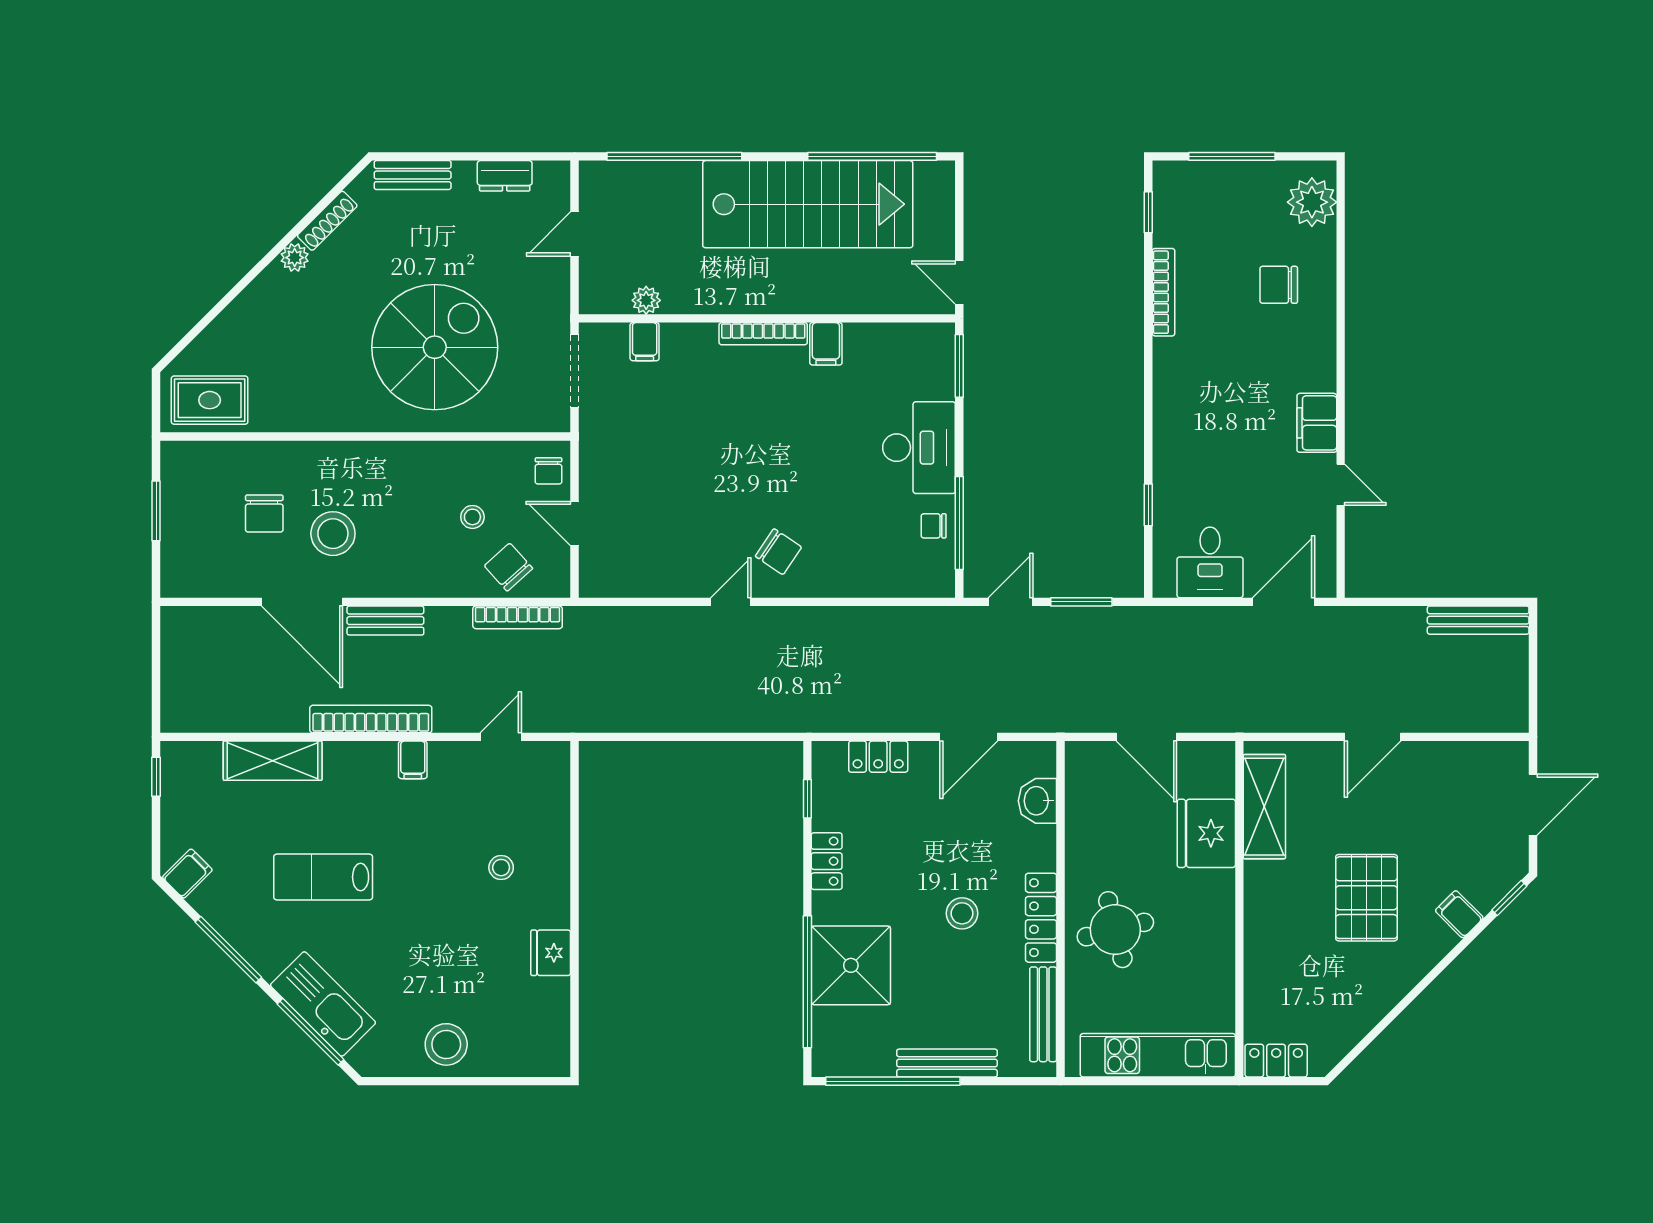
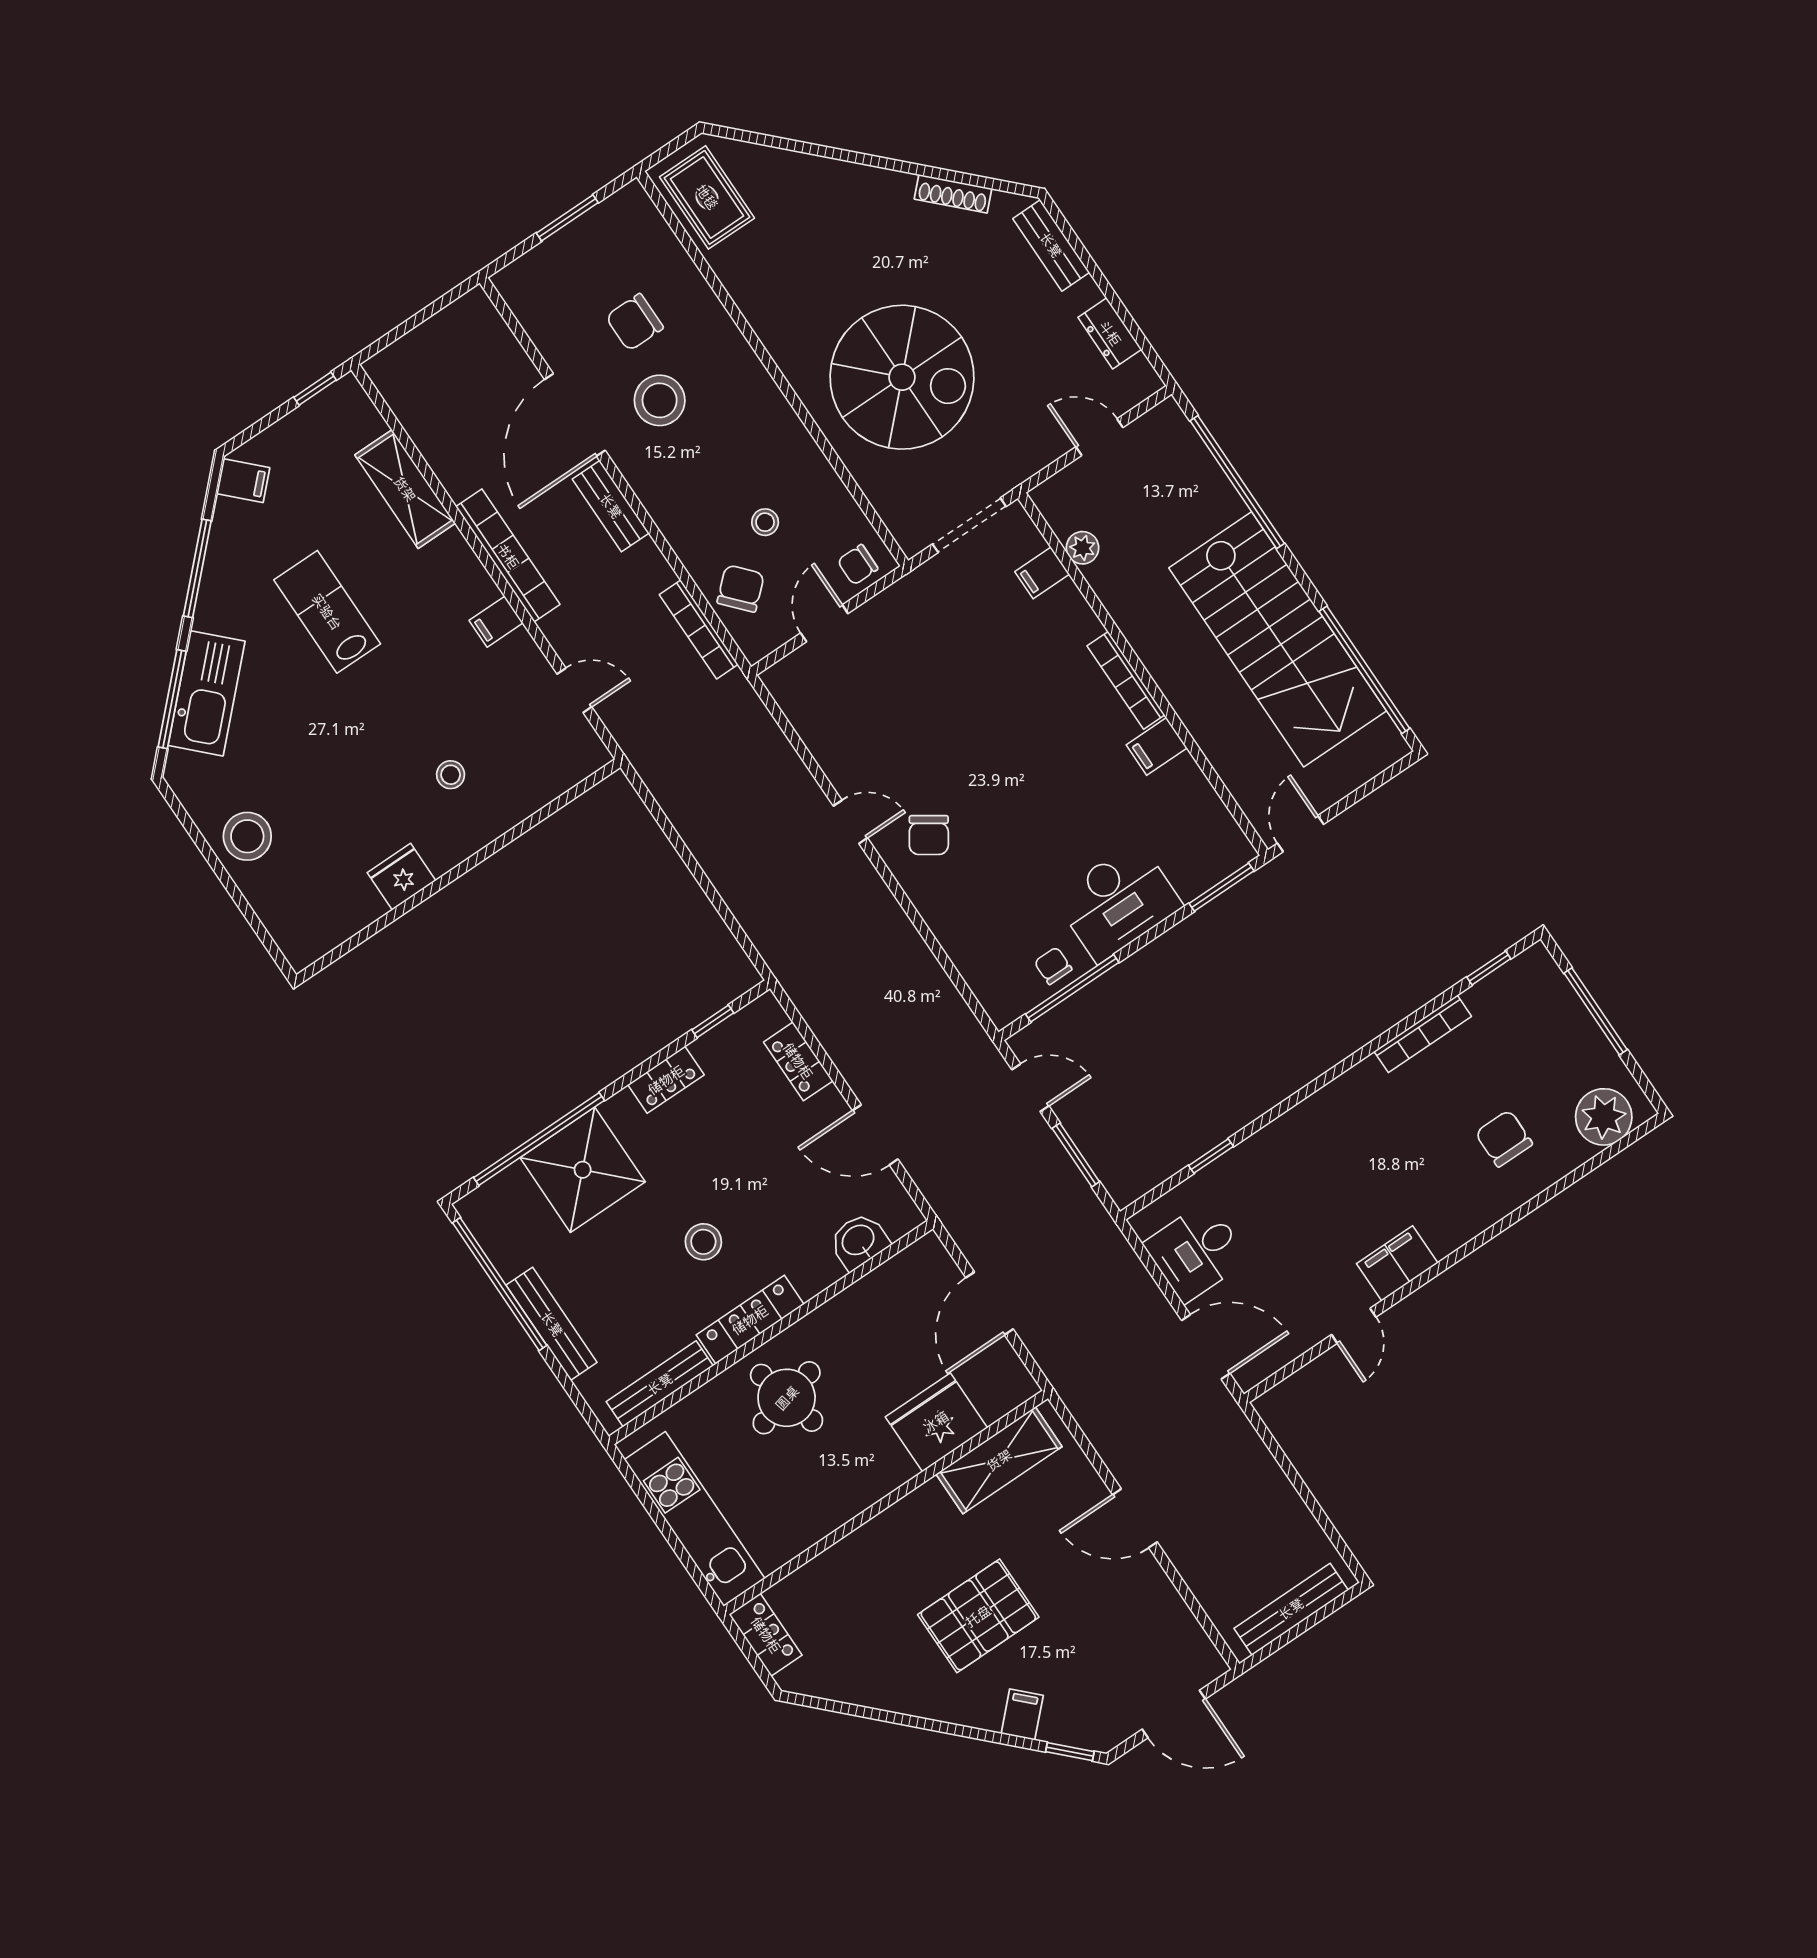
plant: (295, 258) -> (897, 187), removed
bench: (1478, 620) -> (1291, 1609), moved, turned 90

